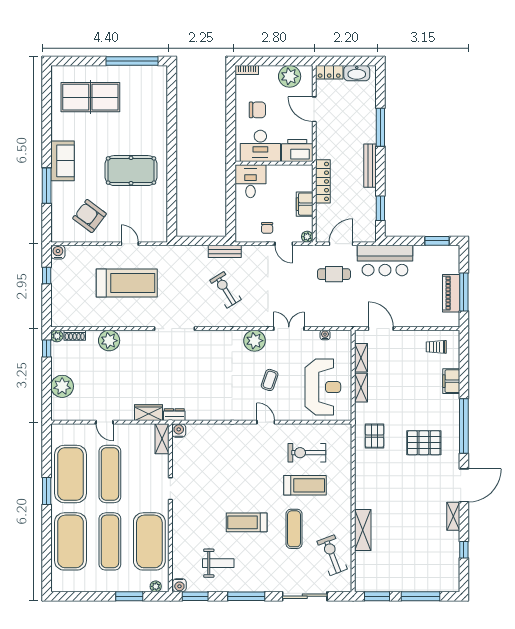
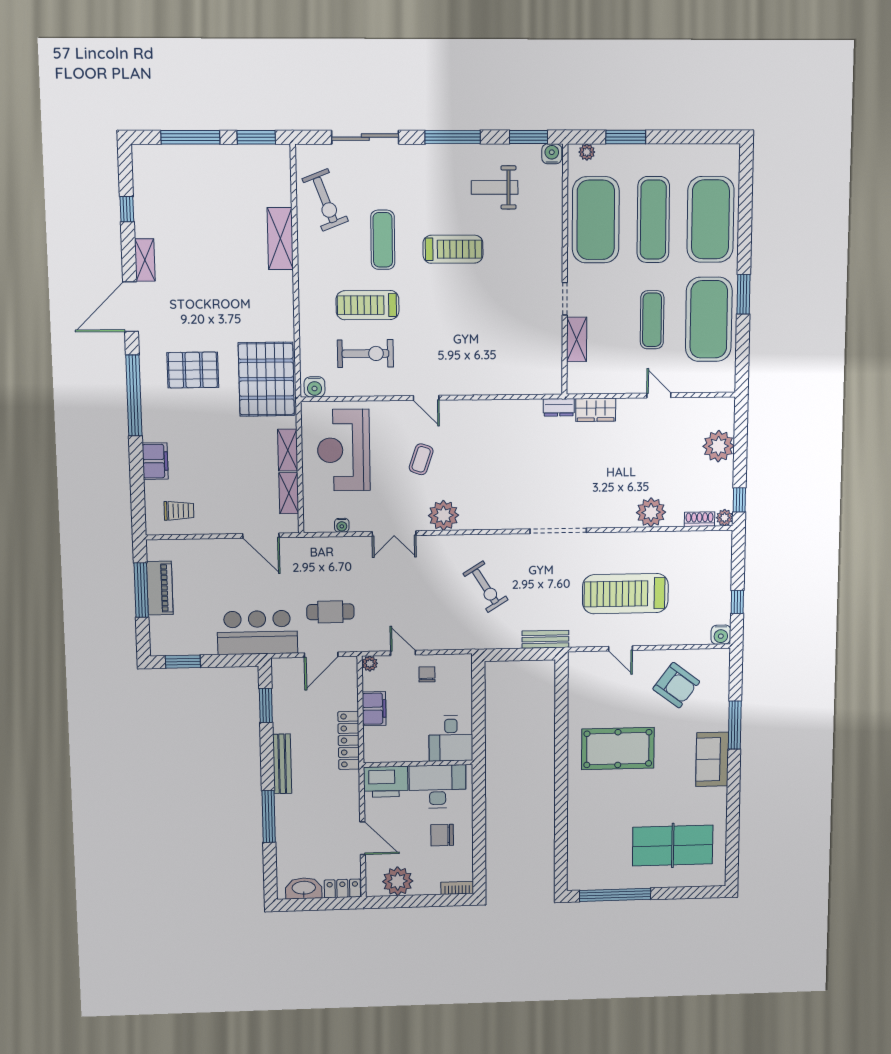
bench: (225, 251) -> (545, 639), moved
water cooler: (179, 430) -> (315, 387), moved
pallet: (374, 436) -> (266, 379), width x2.05, depth x2.00
shelving: (162, 439) -> (577, 339), moved
exercise mat: (110, 474) -> (652, 320), width x0.73, depth x0.69

